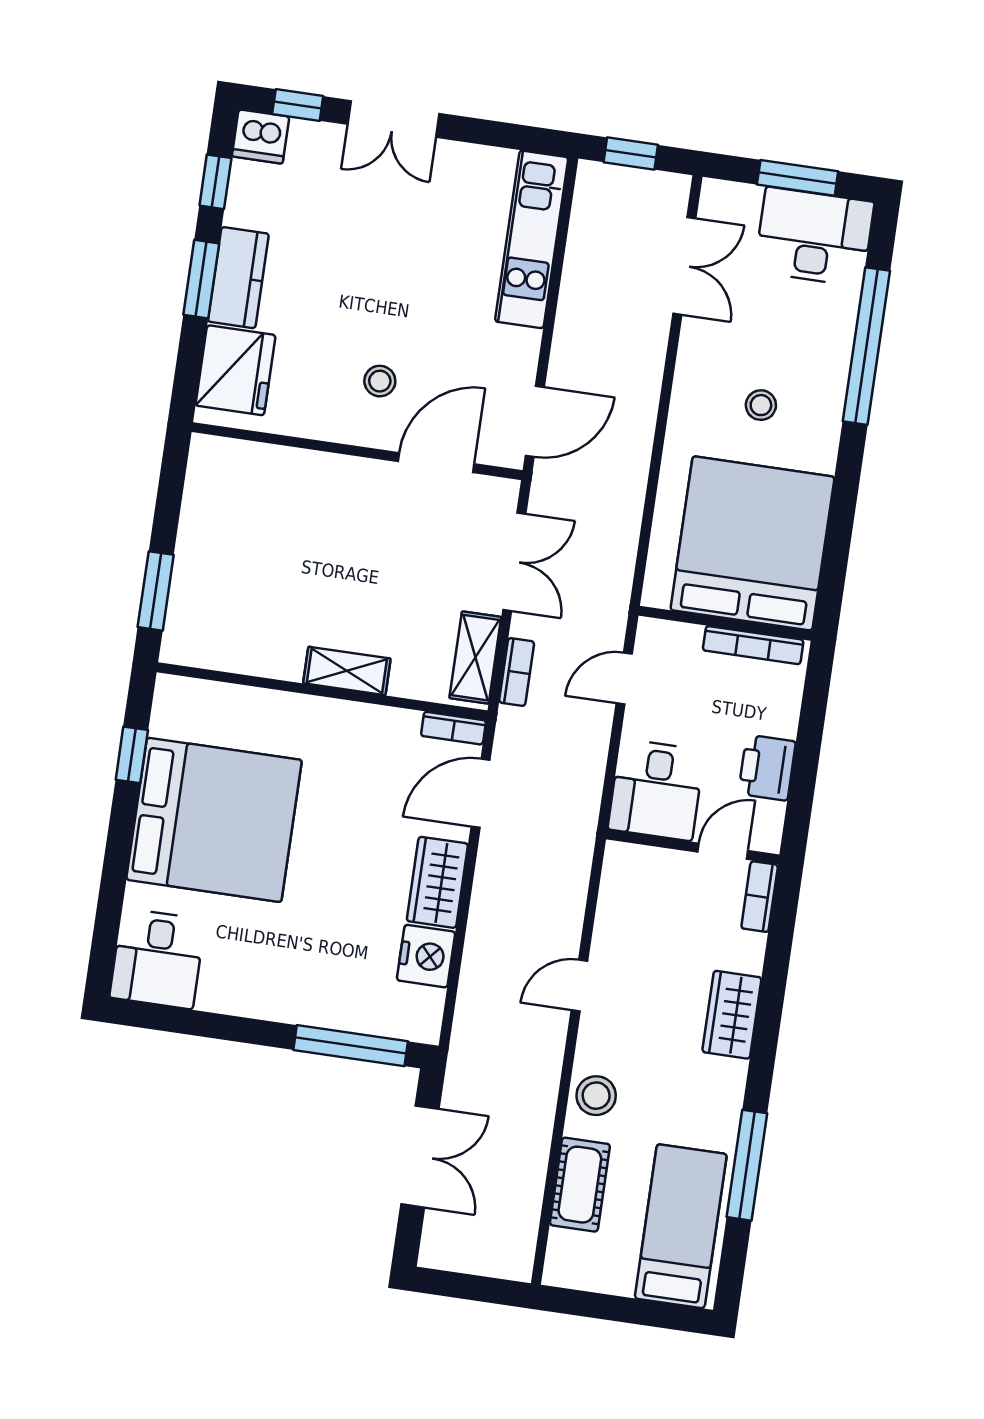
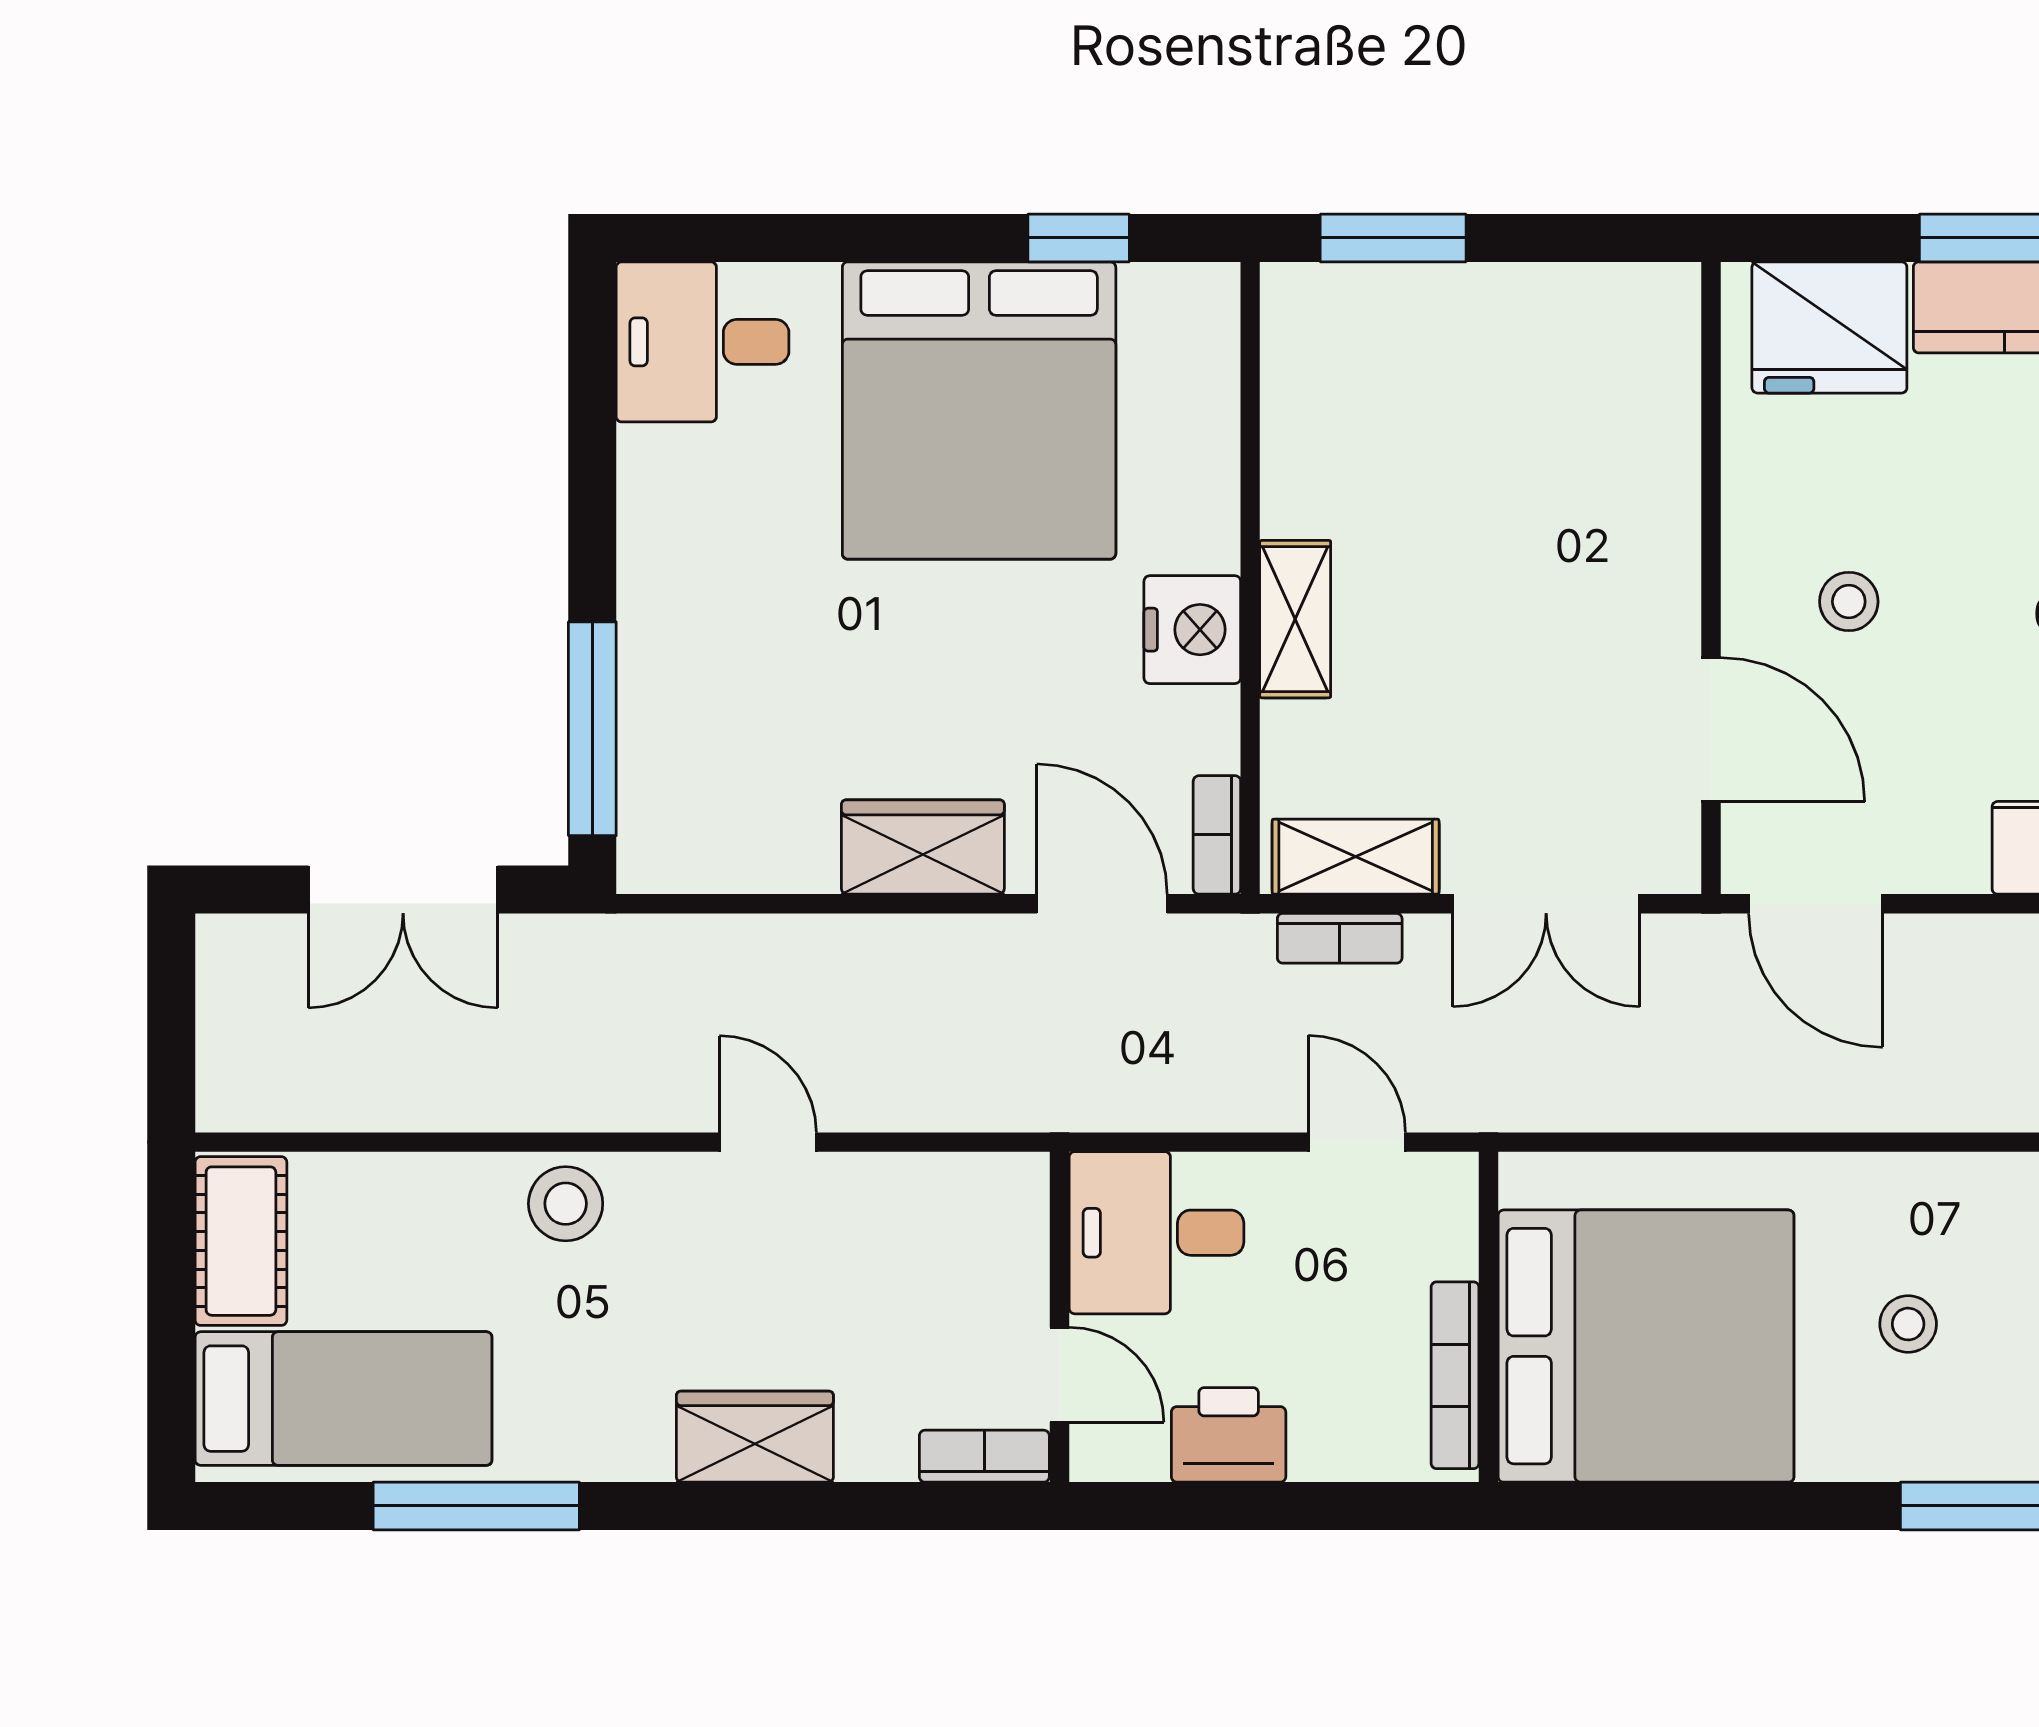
nightstand: (426, 956) -> (1192, 630), moved, turned -90
cot: (580, 1185) -> (241, 1241), moved, turned 90

